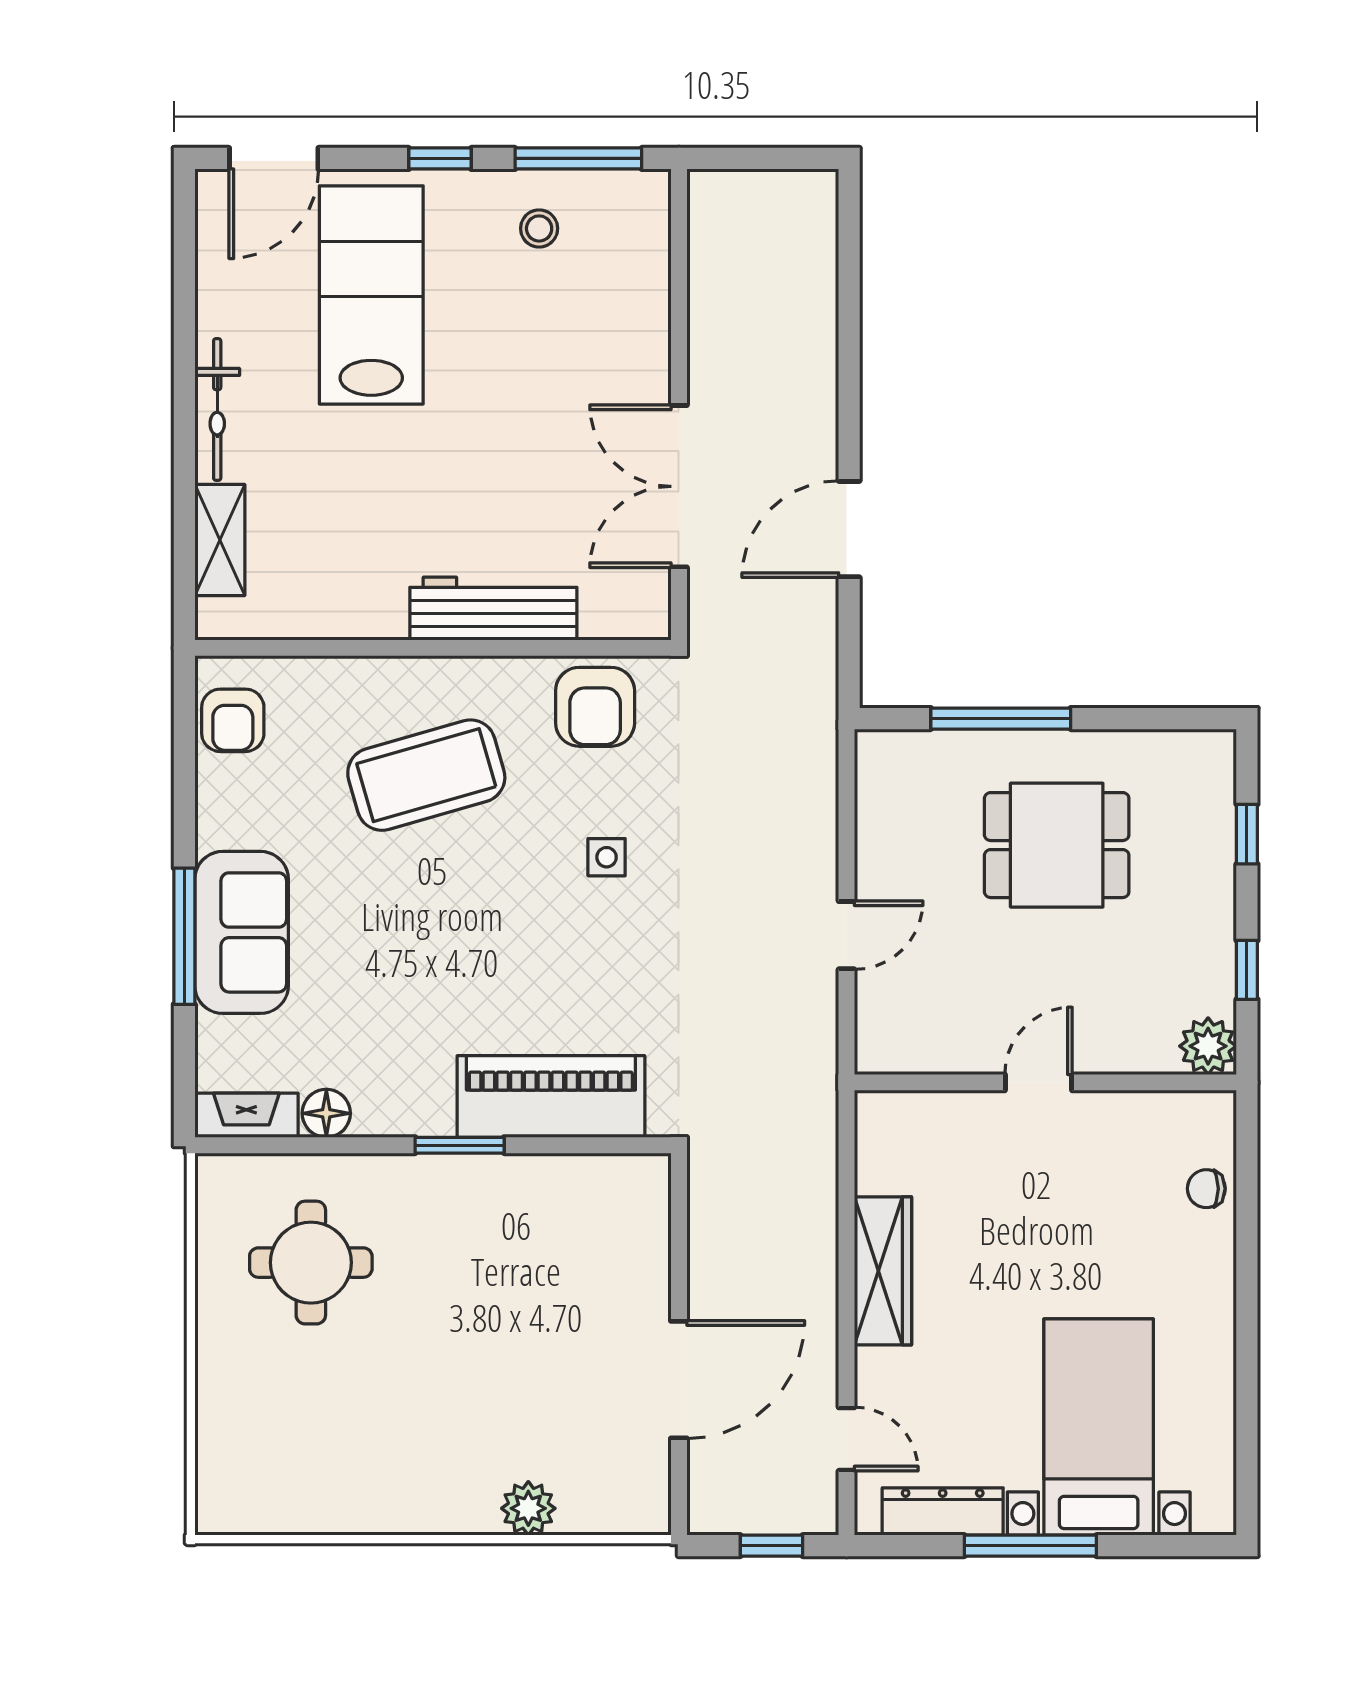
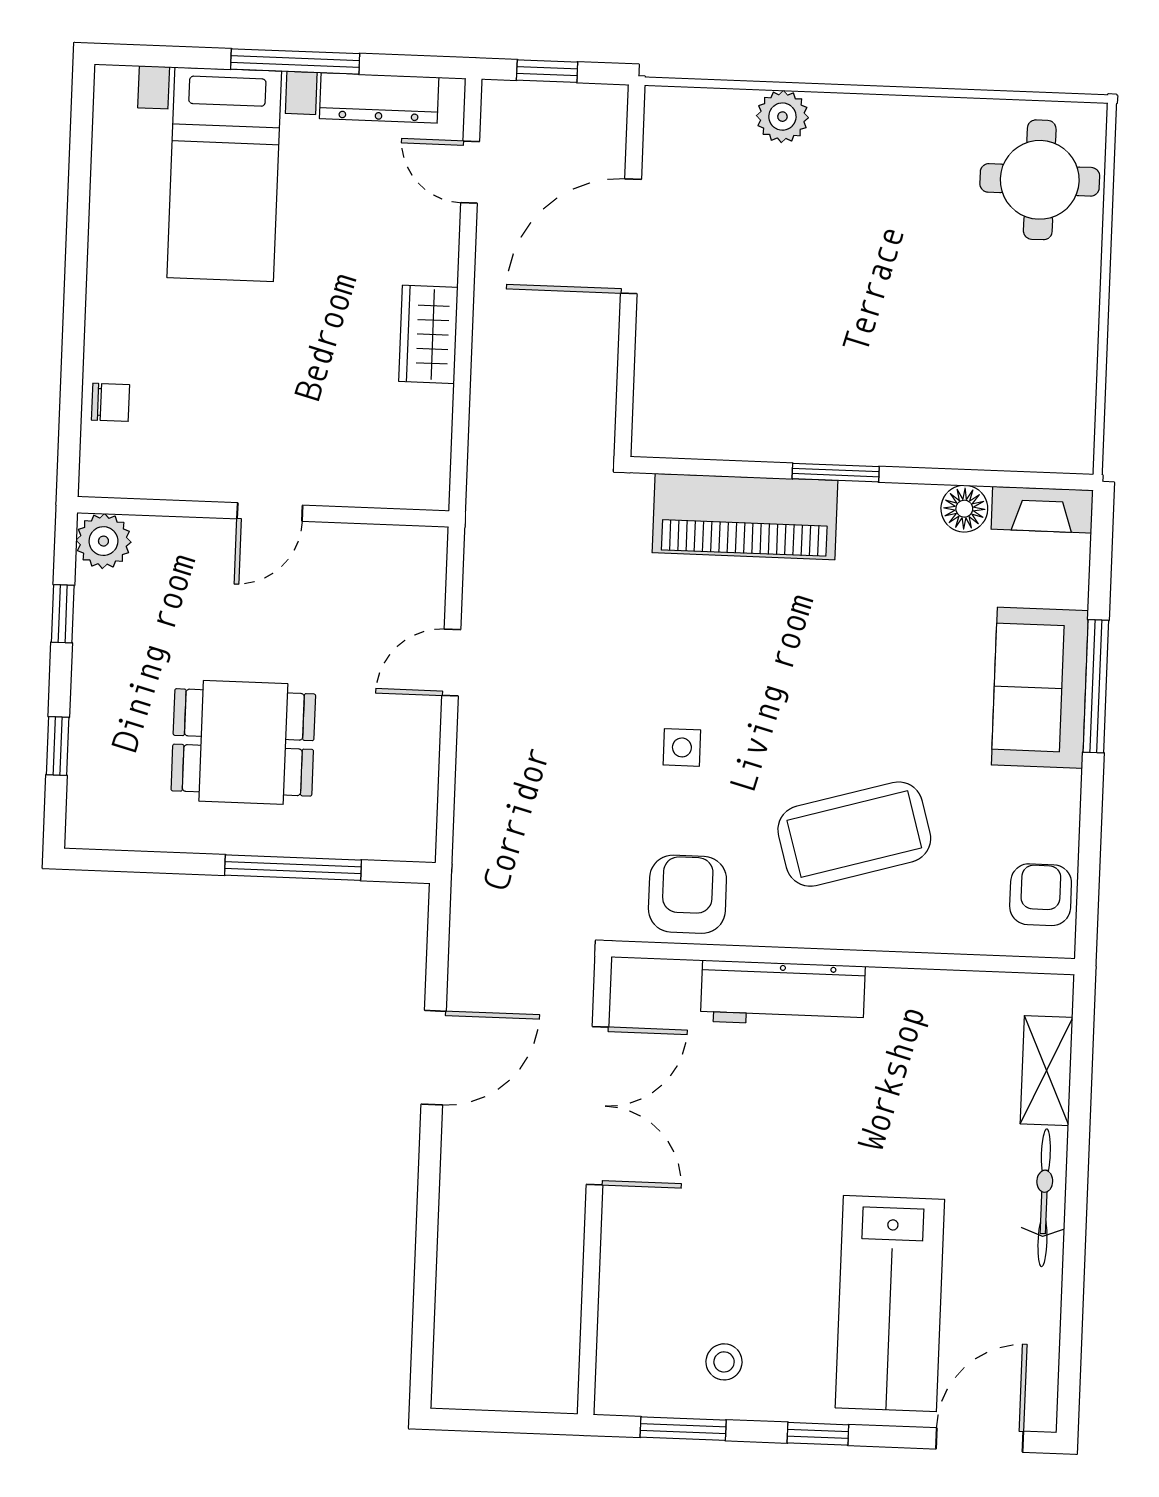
window: (578, 158) -> (683, 1429), width x0.69
round table: (311, 1263) -> (1040, 180), moved
wardrobe: (883, 1271) -> (428, 334), width x0.67

